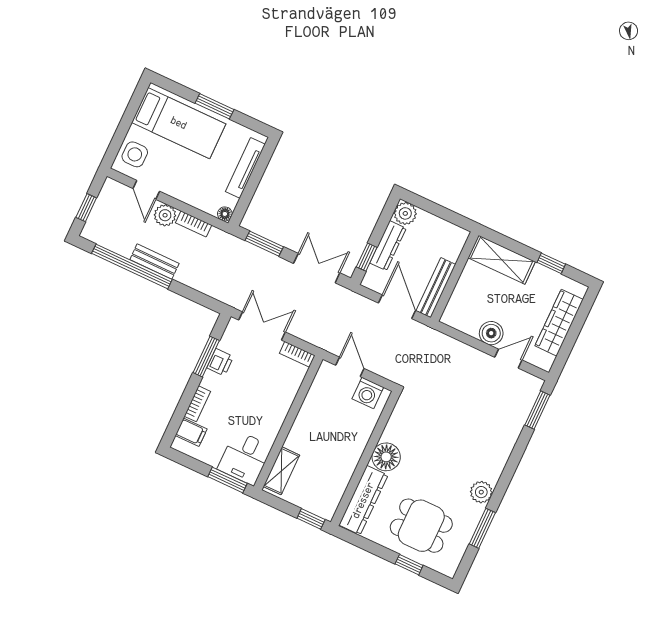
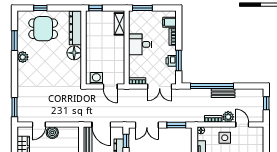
side table: (135, 154) -> (225, 138), moved
window: (132, 266) -> (212, 86), moved
desk: (245, 458) -> (140, 44), moved, turned -90

